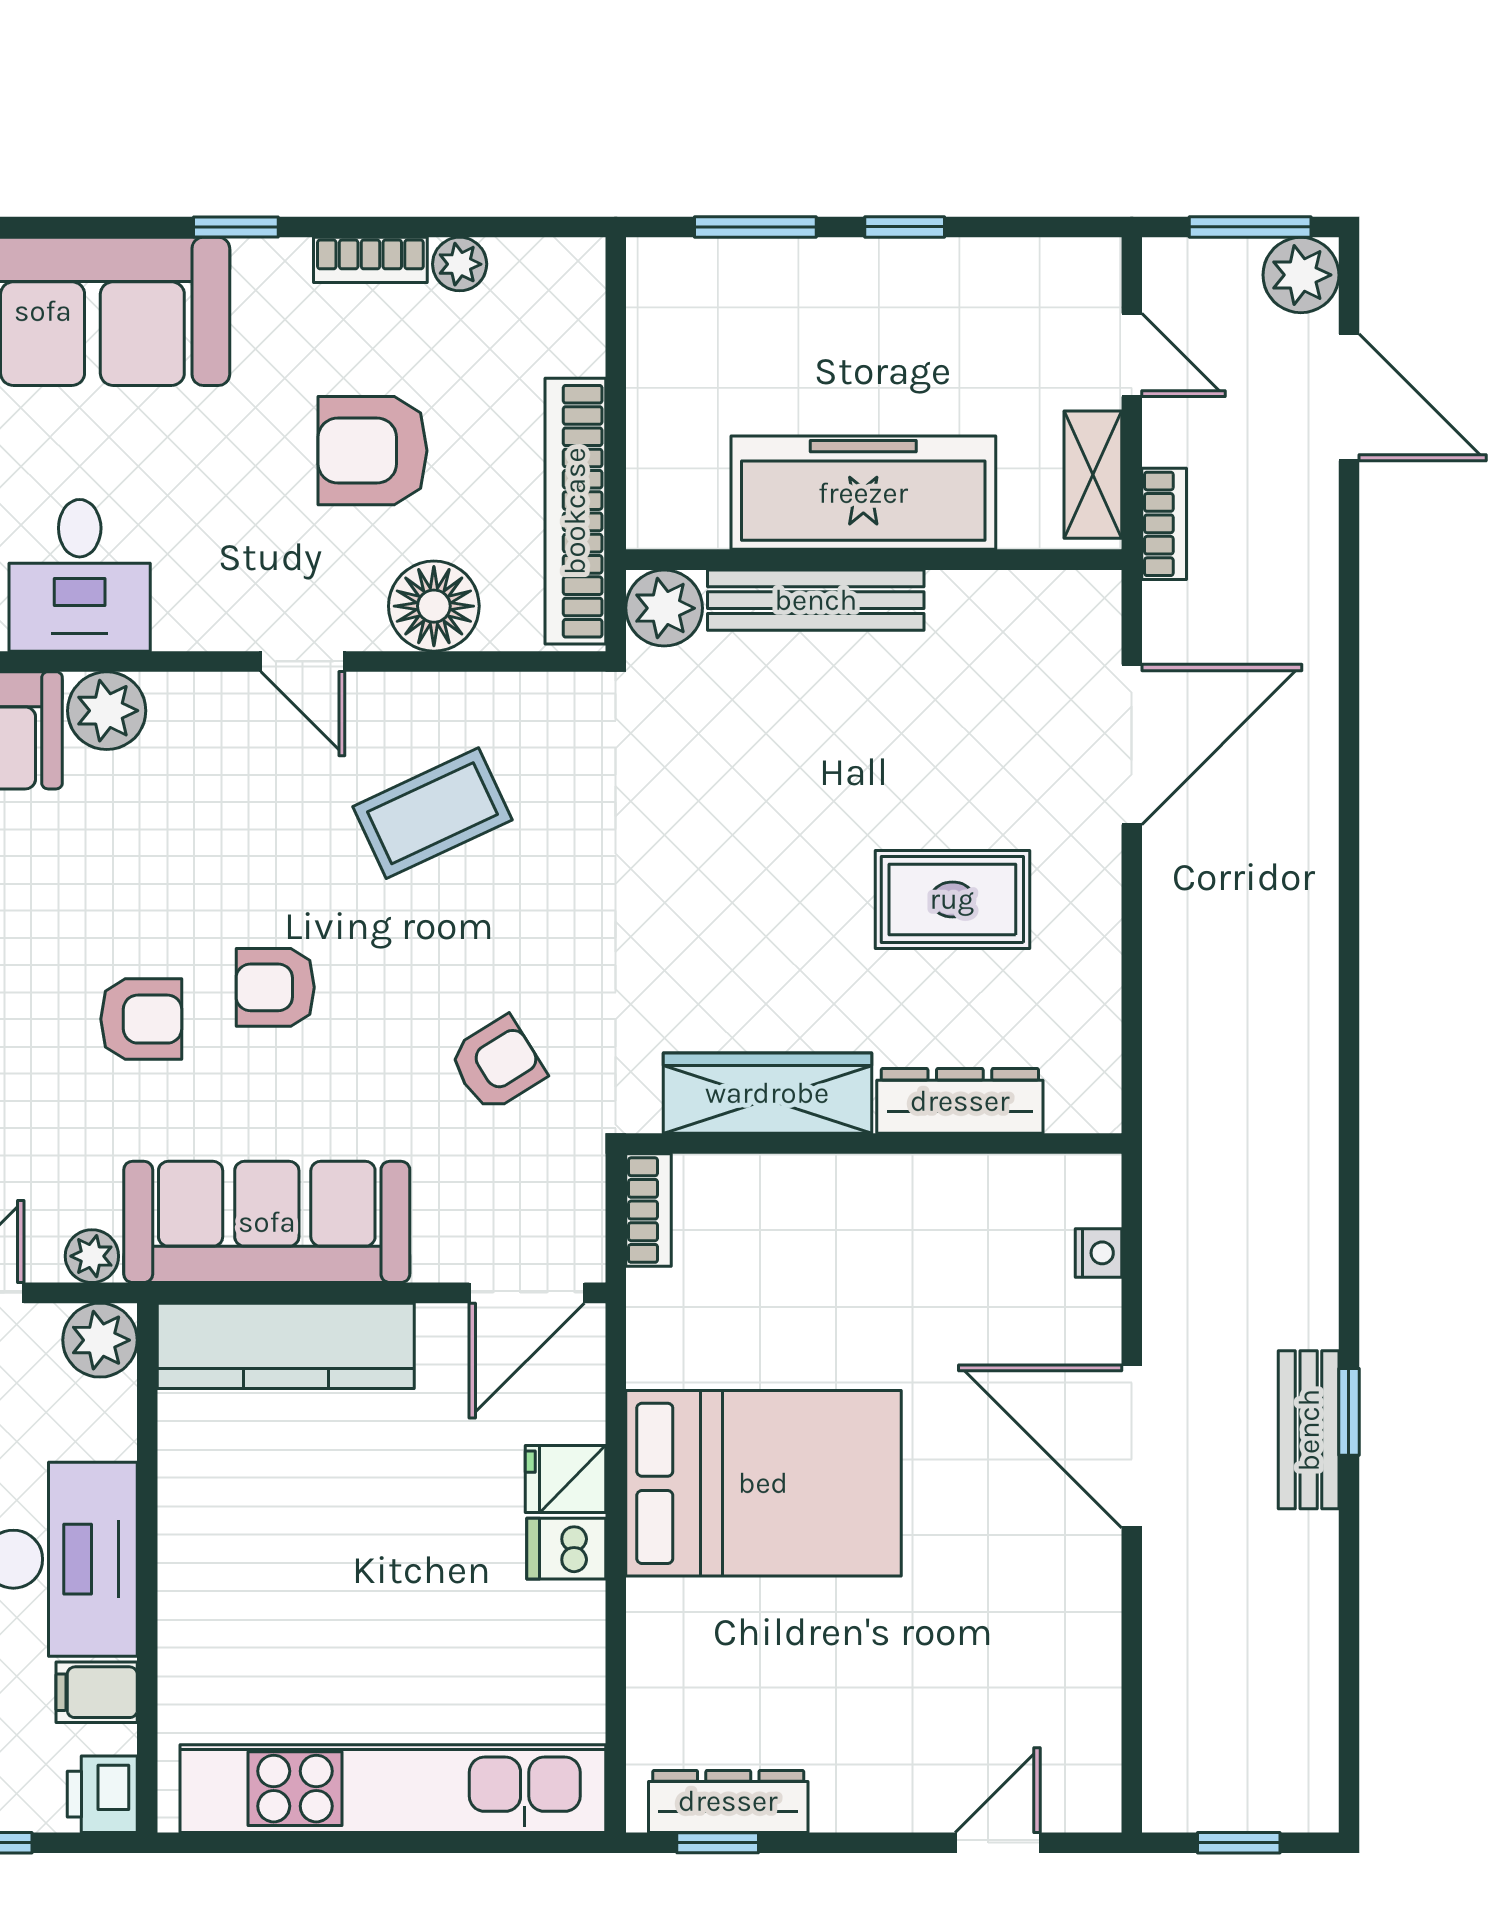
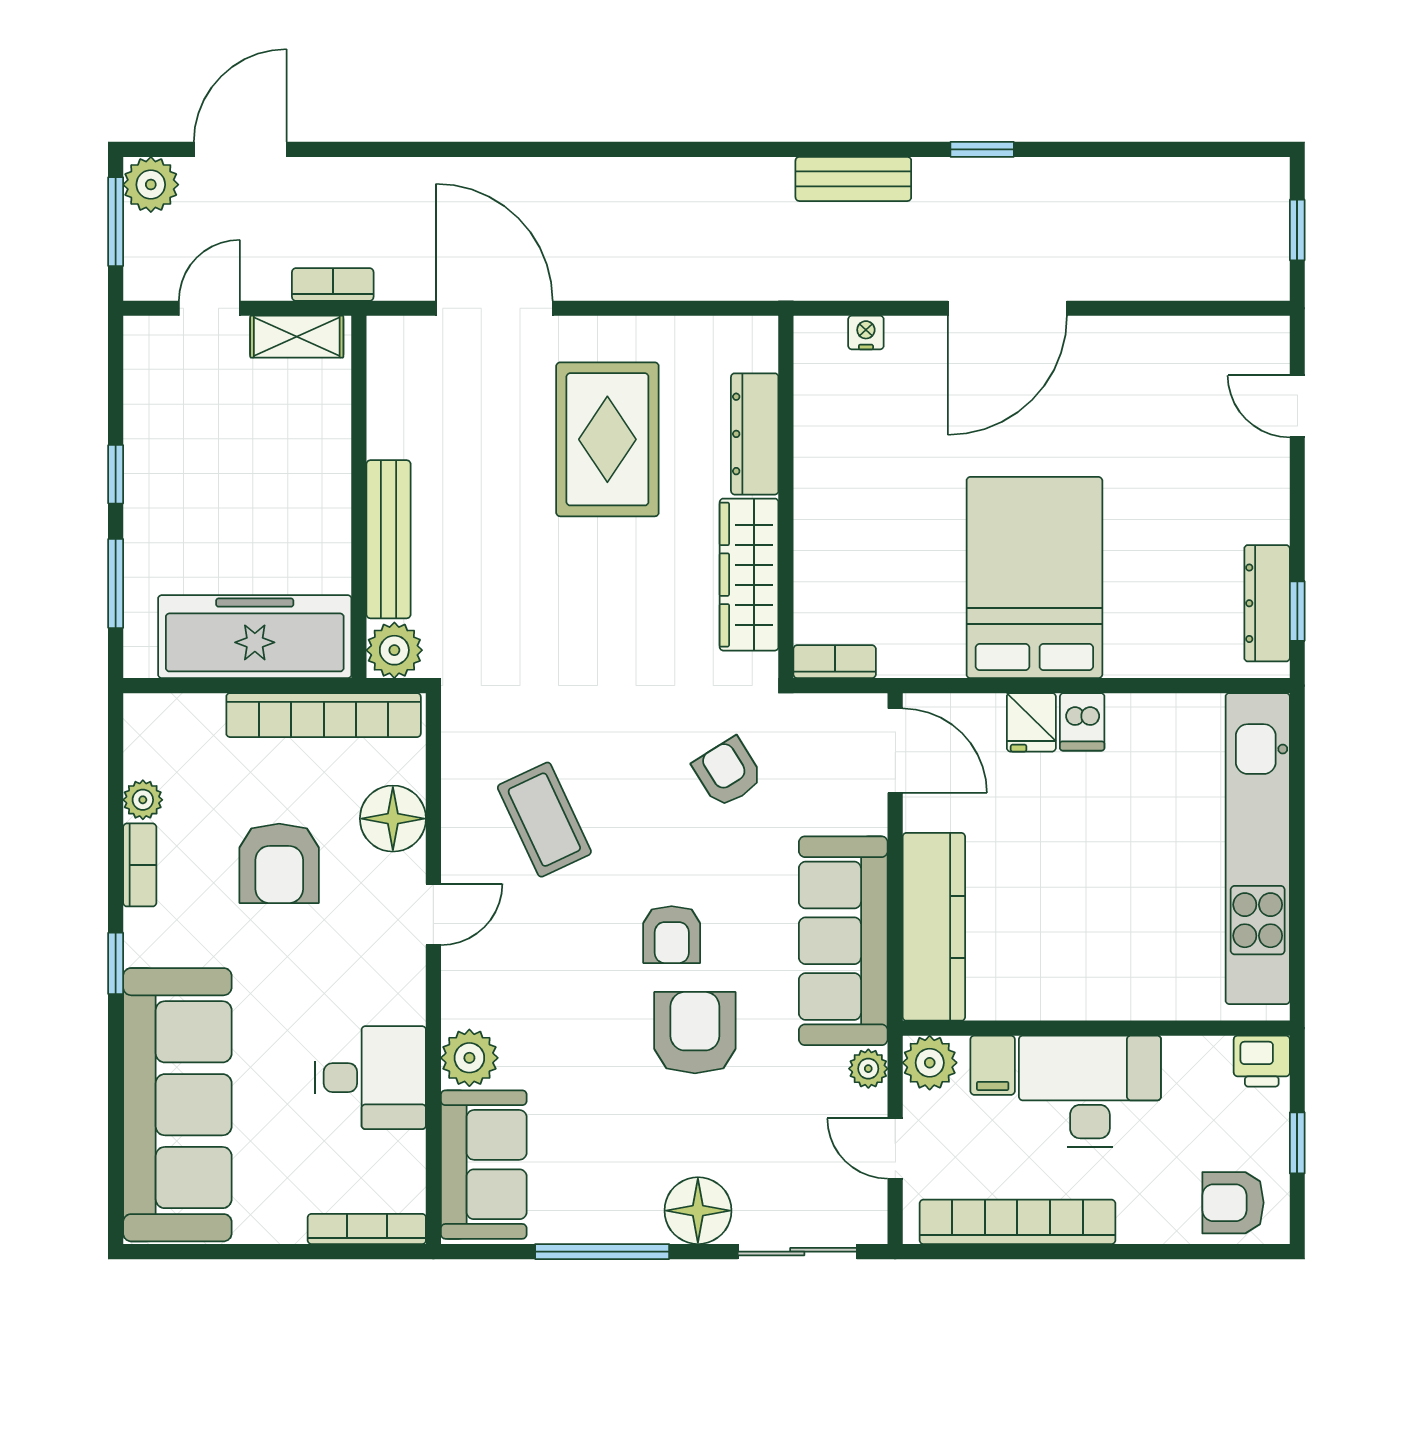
freezer: (863, 493) -> (255, 637), moved, turned 90
rug: (952, 899) -> (607, 439), width x1.36, depth x1.43
armchair: (141, 1019) -> (695, 1033), width x1.38, depth x1.38
bench: (1309, 1430) -> (853, 179), moved
filing cabinet: (97, 1692) -> (993, 1065), moved

